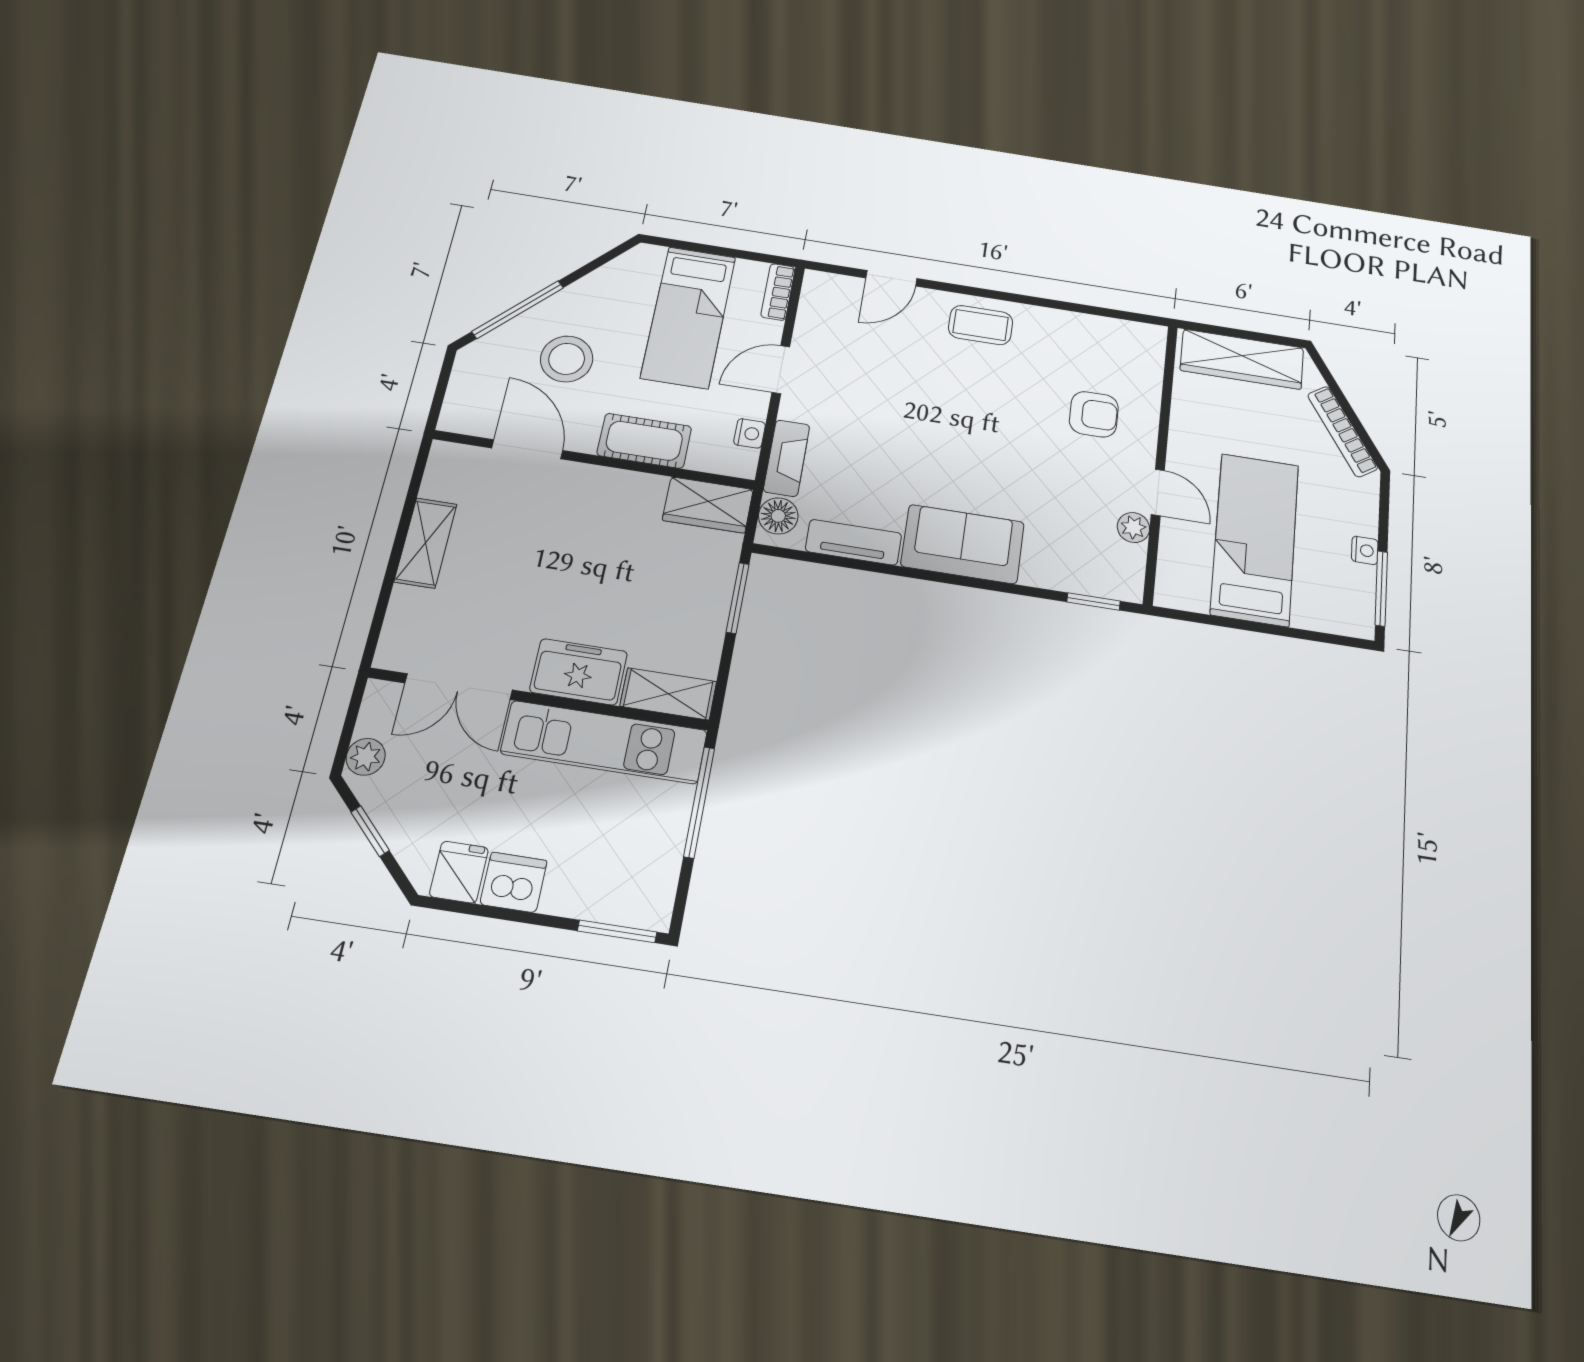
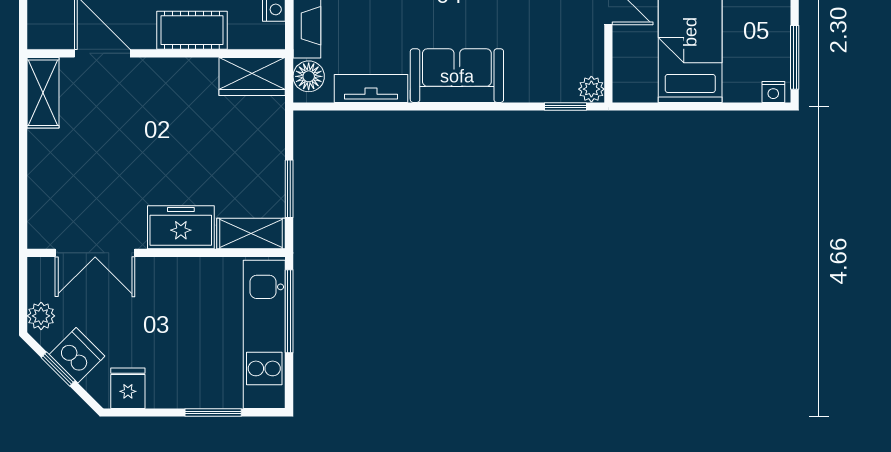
plant: (1133, 528) -> (591, 89), moved
shelving: (426, 543) -> (43, 93), moved
nightstand: (1365, 550) -> (773, 92), moved, turned 90
window: (738, 598) -> (289, 189), moved
kitchen unit: (604, 742) -> (264, 334), moved, turned 90
dishwasher: (514, 882) -> (77, 355), moved, turned 45
window: (617, 931) -> (213, 412), moved

